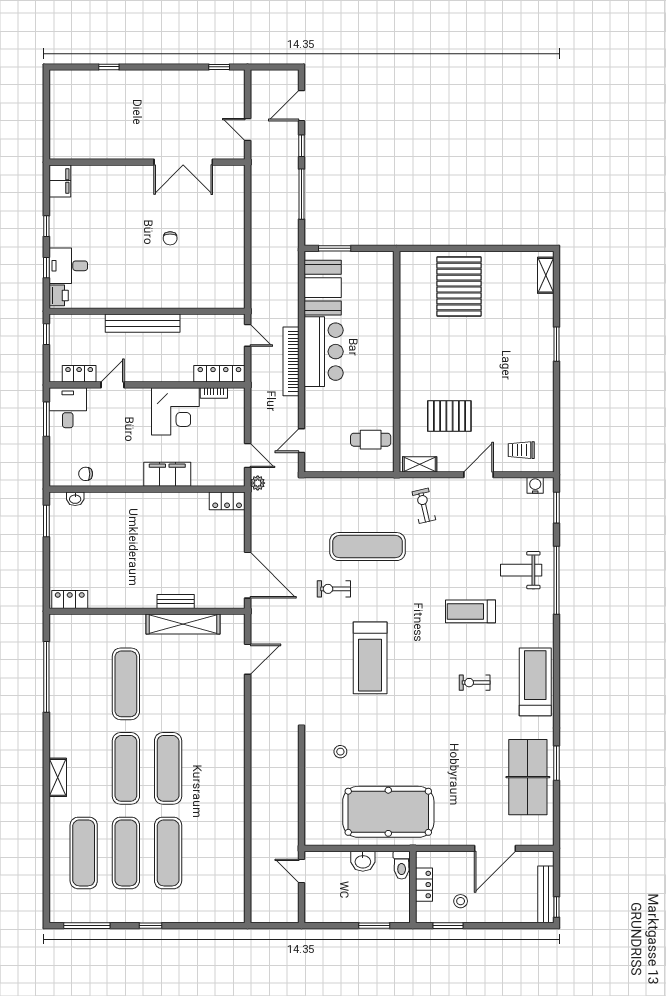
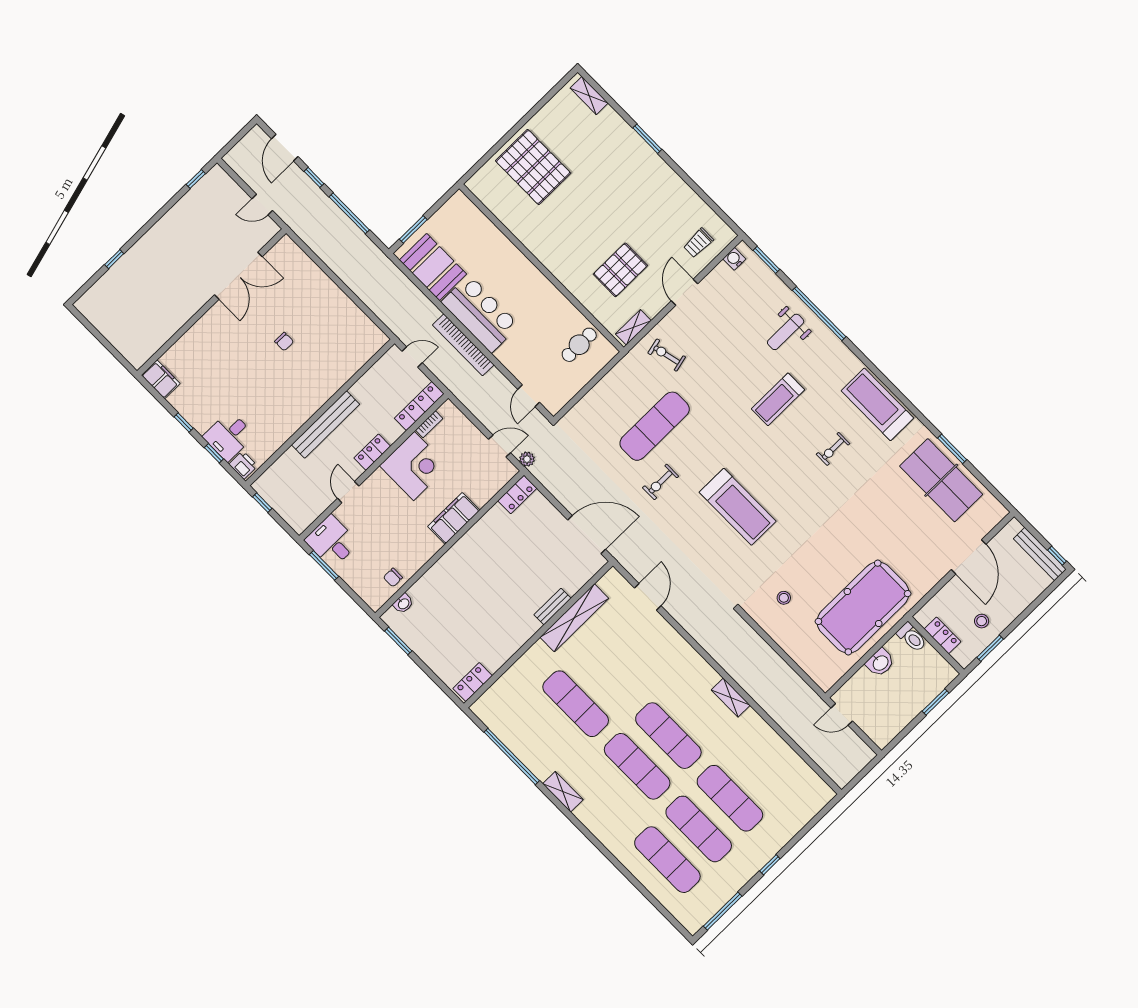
locker: (79, 374) -> (372, 452), moved
shelving: (58, 777) -> (563, 792), moved
shelving: (237, 784) -> (731, 698), added

